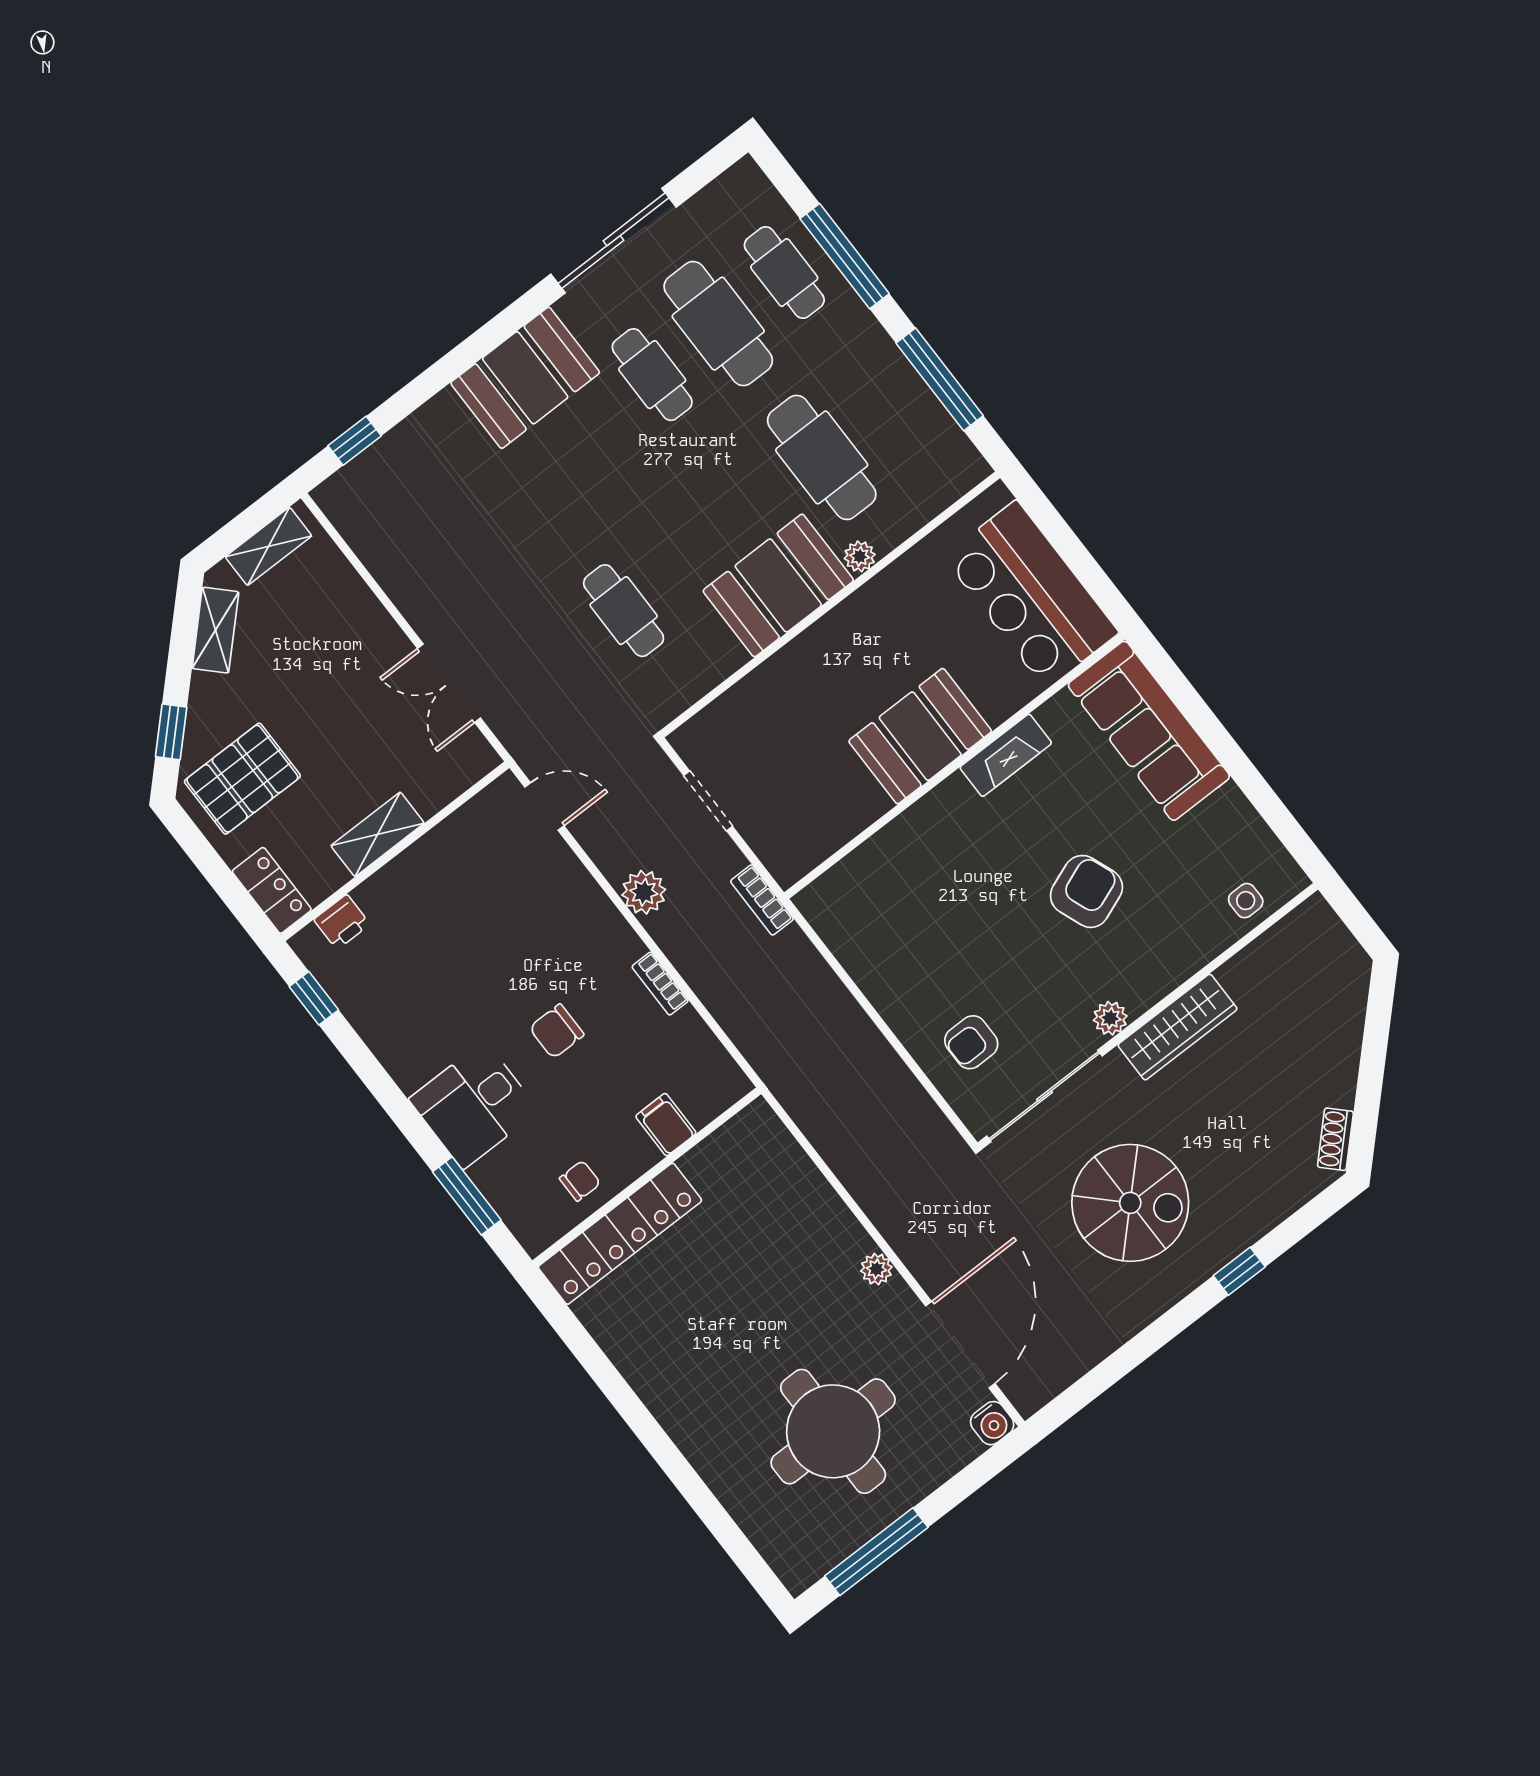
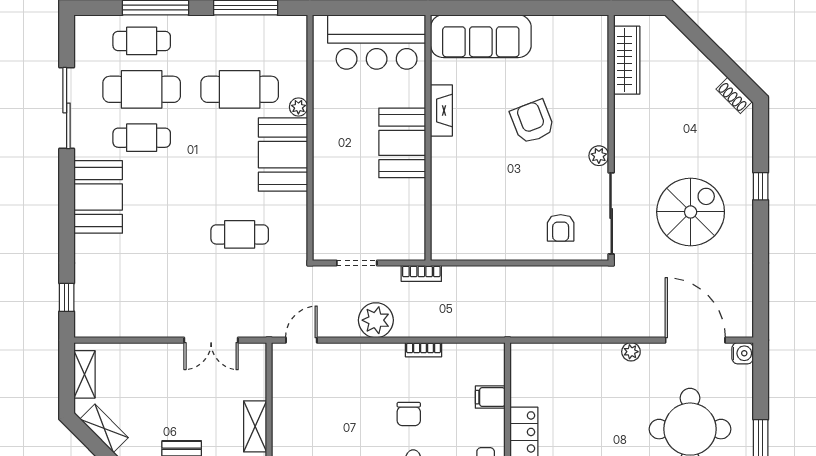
plant: (644, 892) -> (376, 320), width x1.36, depth x1.36
side table: (1246, 901) -> (593, 52), removed
wardrobe: (1177, 1027) -> (627, 60), moved

